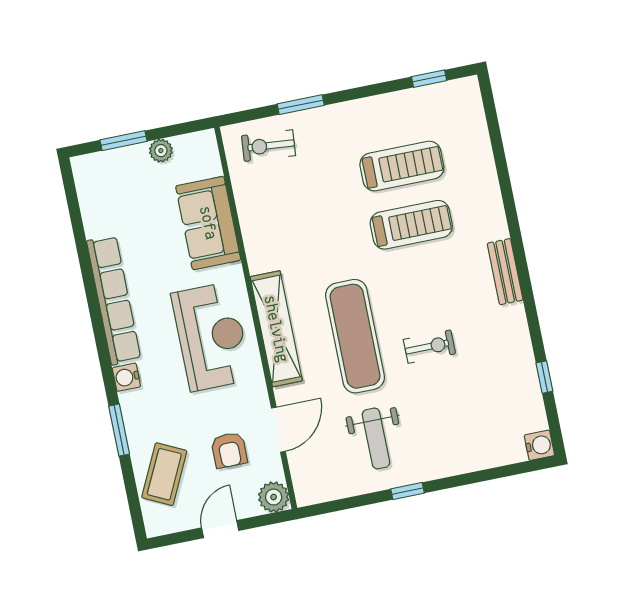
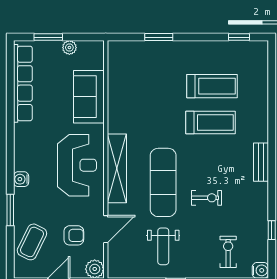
exercise bike: (269, 146) -> (228, 252), moved, turned 85
row of seats: (114, 300) -> (23, 83), moved
armchair: (229, 450) -> (74, 235), turned -90

